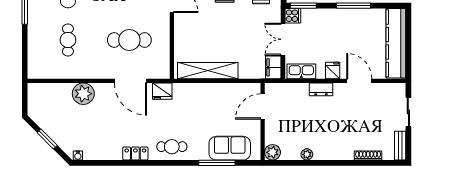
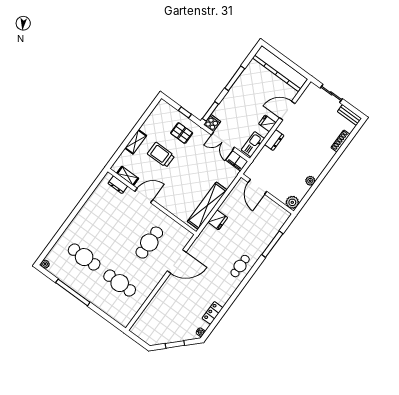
cafe table: (68, 40) -> (120, 283), width x1.37, depth x1.35
fridge: (162, 91) -> (218, 220), moved
plant: (83, 94) -> (162, 299), removed
sofa: (230, 148) -> (269, 229), removed
locker: (135, 153) -> (213, 313), moved

